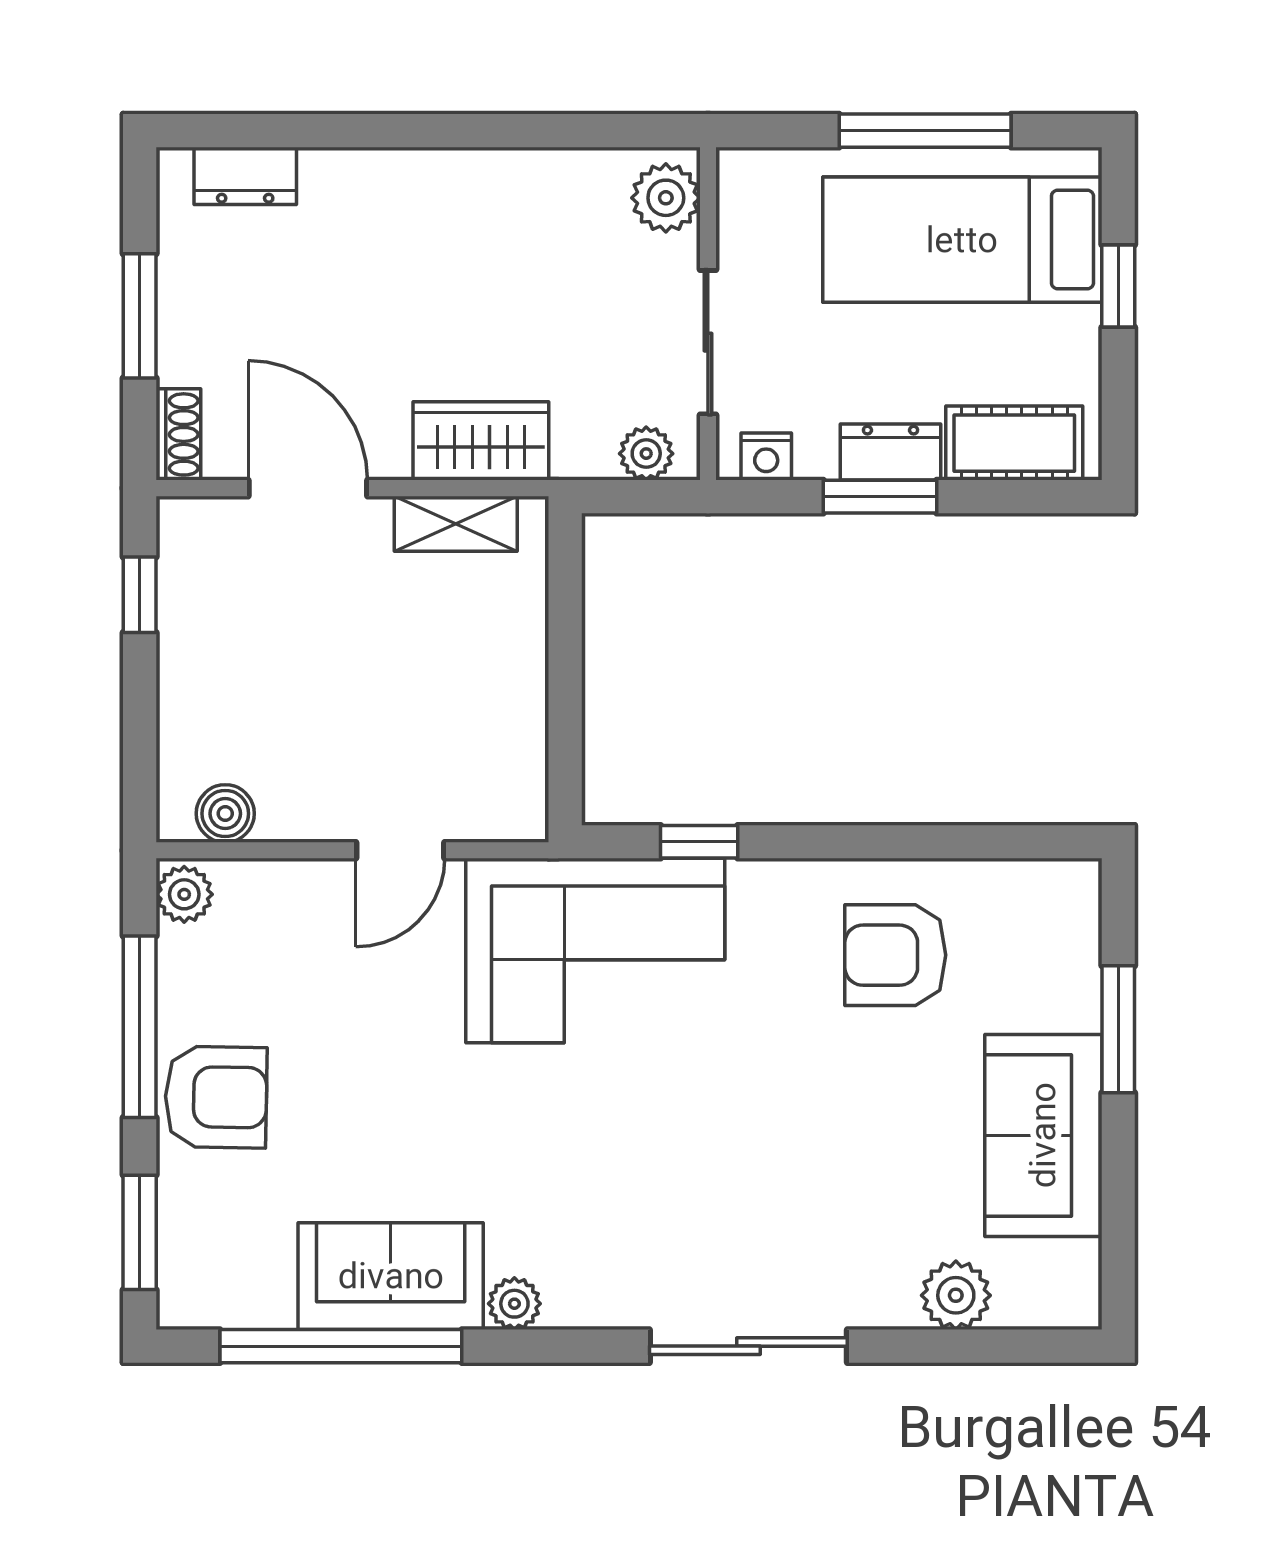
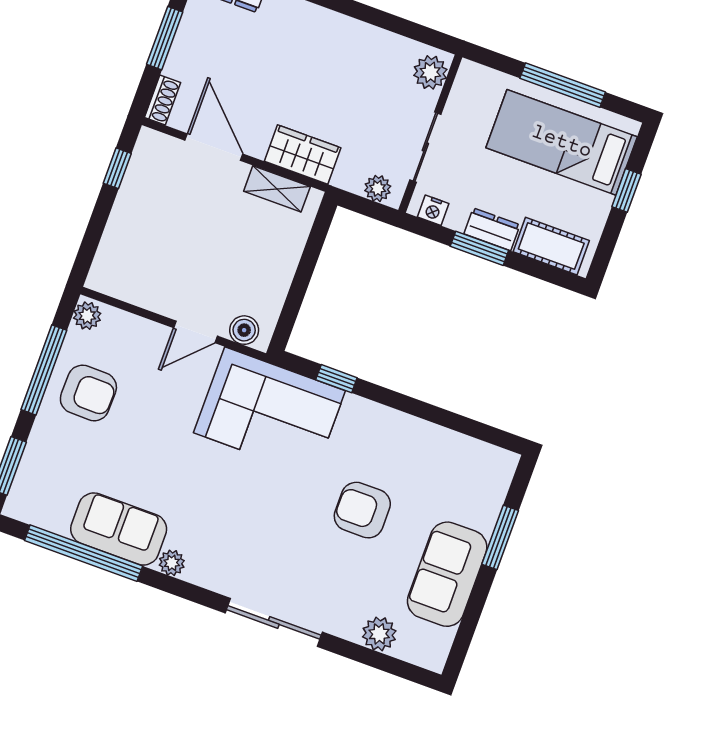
boiler: (225, 814) -> (244, 330), moved
armchair: (895, 955) -> (362, 510), moved
armchair: (216, 1097) -> (88, 393), moved

